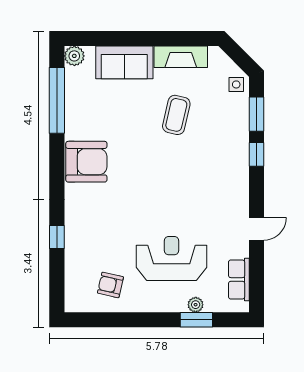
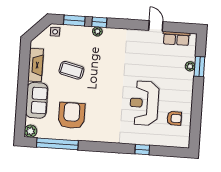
plant: (241, 152) -> (97, 31), added
armchair: (86, 162) -> (72, 116), moved
door: (256, 229) -> (156, 26), moved
reception desk: (172, 258) -> (144, 103), moved
armchair: (110, 285) -> (174, 118), turned -103

